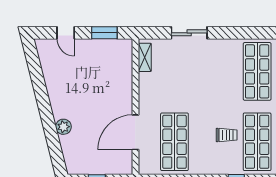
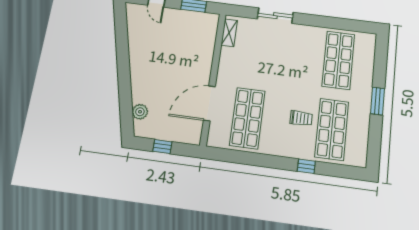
plant: (63, 127) -> (140, 112), moved

